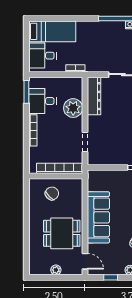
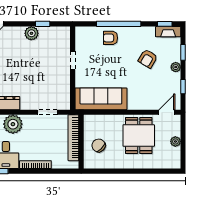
sofa: (98, 217) -> (101, 99), moved

